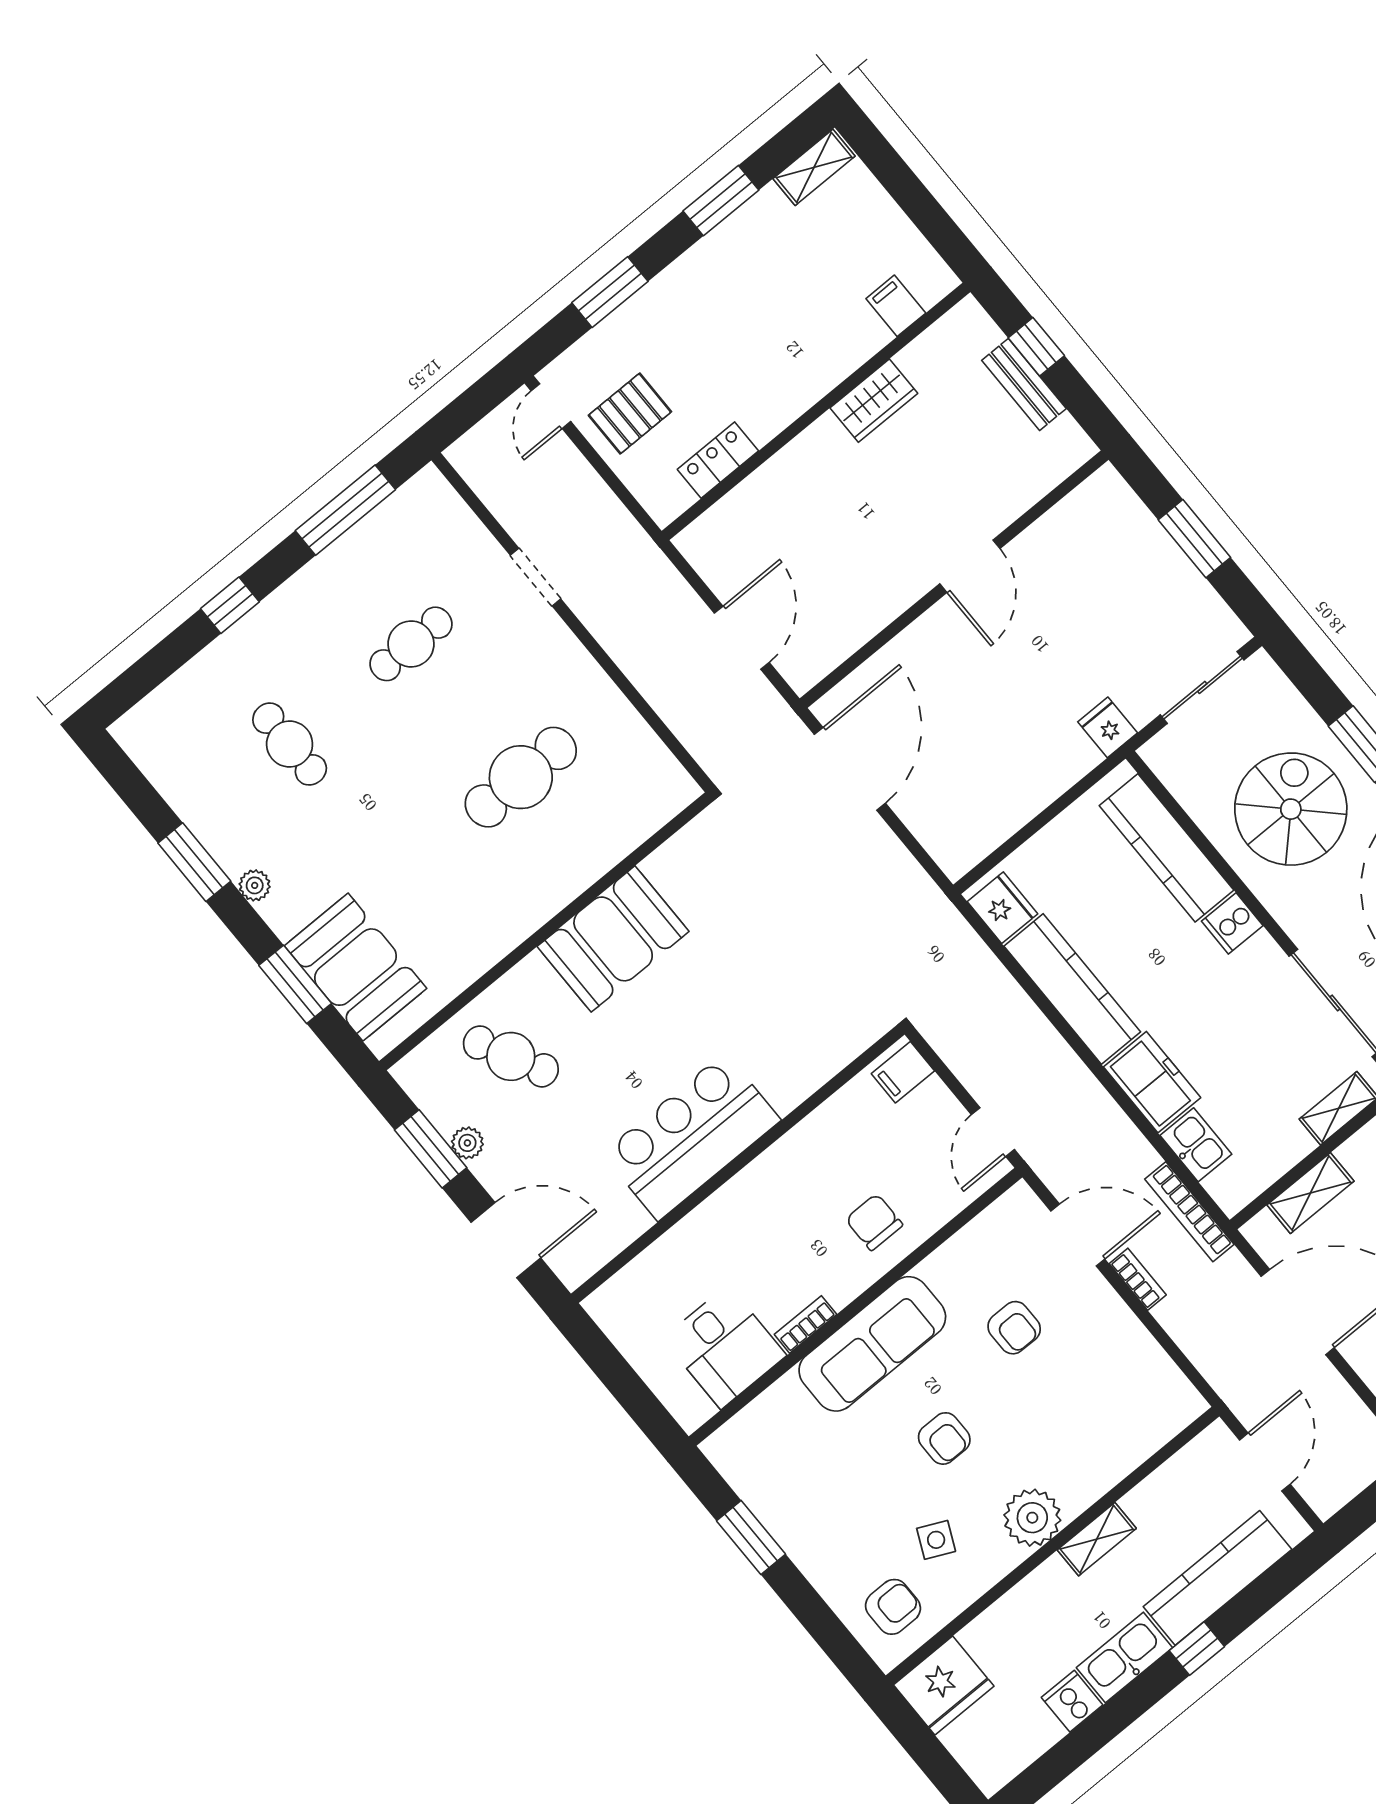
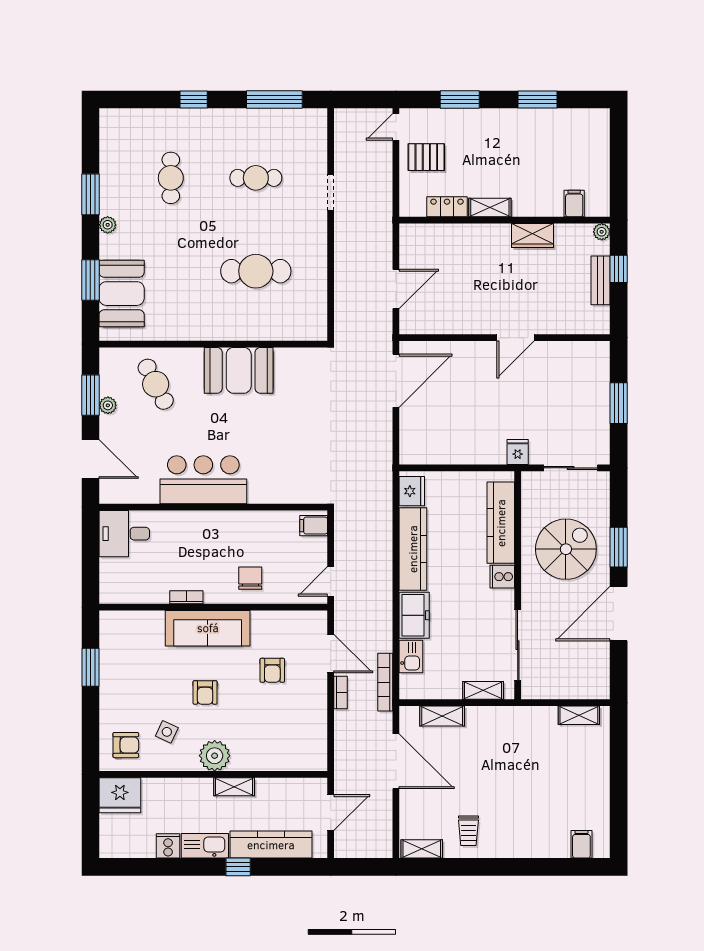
shelving: (814, 167) -> (490, 207), moved
plant: (968, 314) -> (602, 232), added
desk: (724, 1347) -> (124, 534), moved, turned 90

